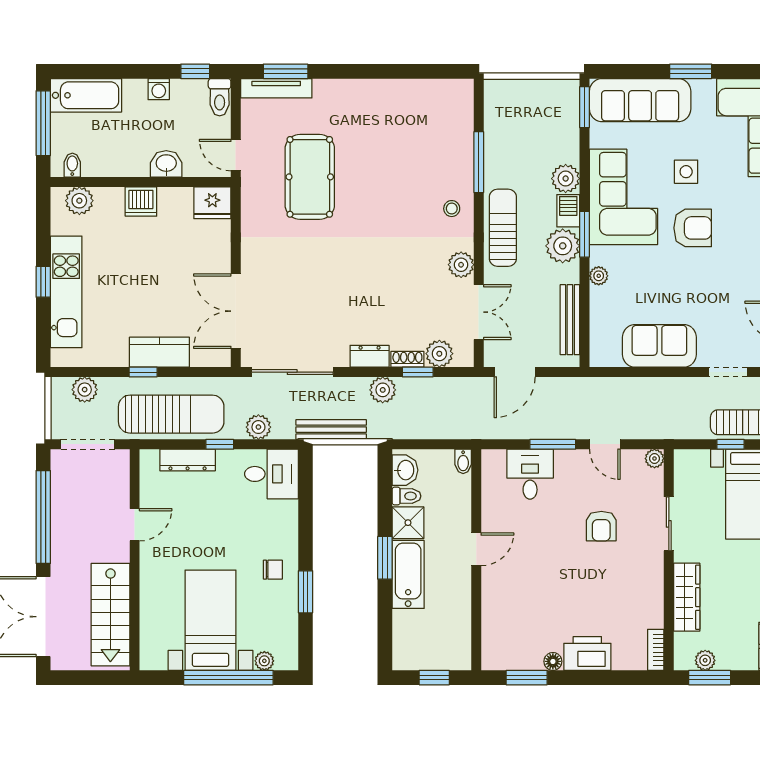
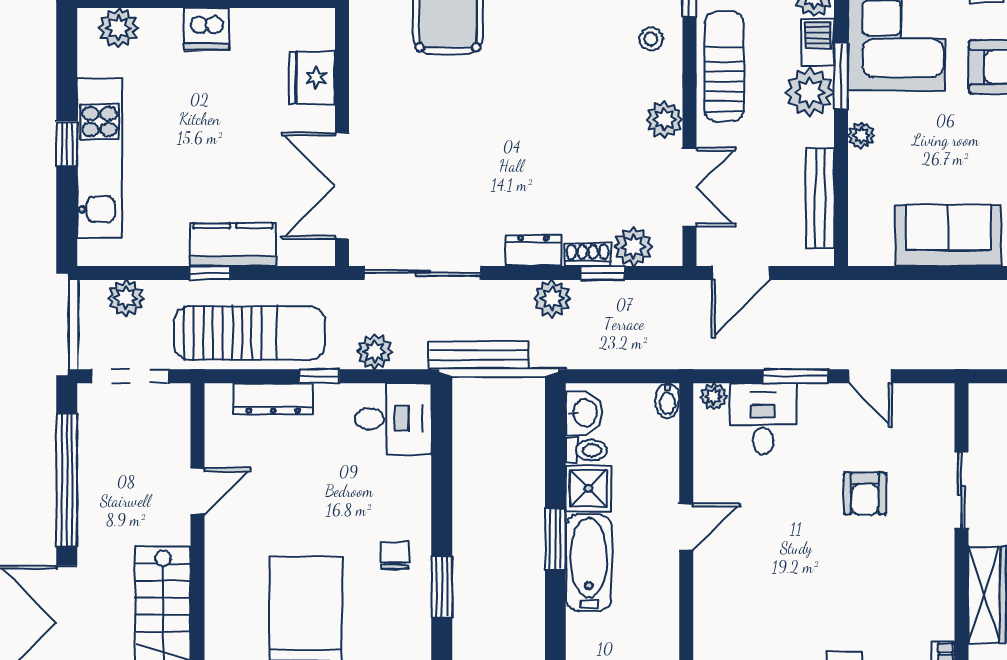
fridge: (212, 203) -> (312, 78), moved, turned 90
plant: (654, 458) -> (714, 397), moved
chair: (273, 570) -> (395, 555), turned -90

